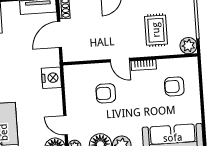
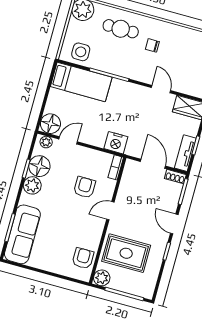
rug: (156, 30) -> (126, 253), width x1.36, depth x1.43
bookcase: (144, 65) -> (116, 167), moved
armchair: (174, 86) -> (83, 258), moved

